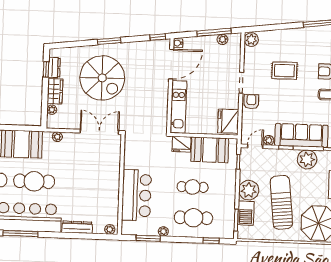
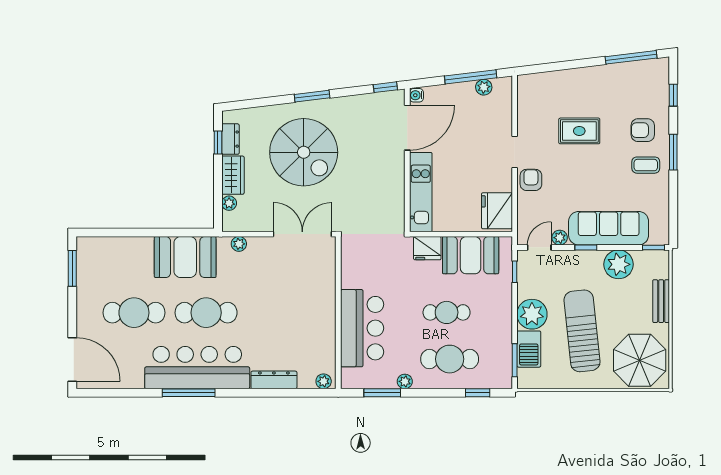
plant: (251, 40) -> (527, 86), removed

